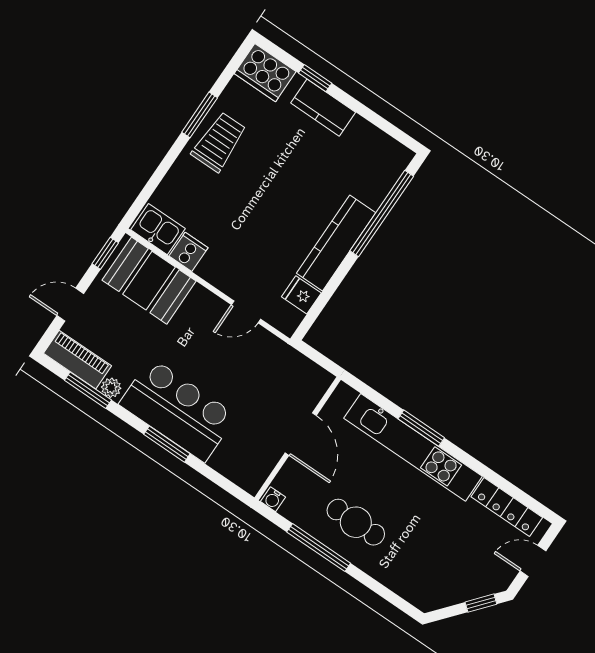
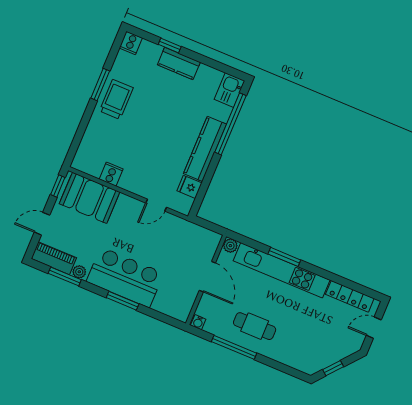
cooker: (265, 73) -> (131, 43), width x0.53, depth x0.76
kitchen sink: (158, 229) -> (229, 90), moved, turned -90
plant: (344, 395) -> (230, 246), added
window: (481, 603) -> (333, 368), moved

